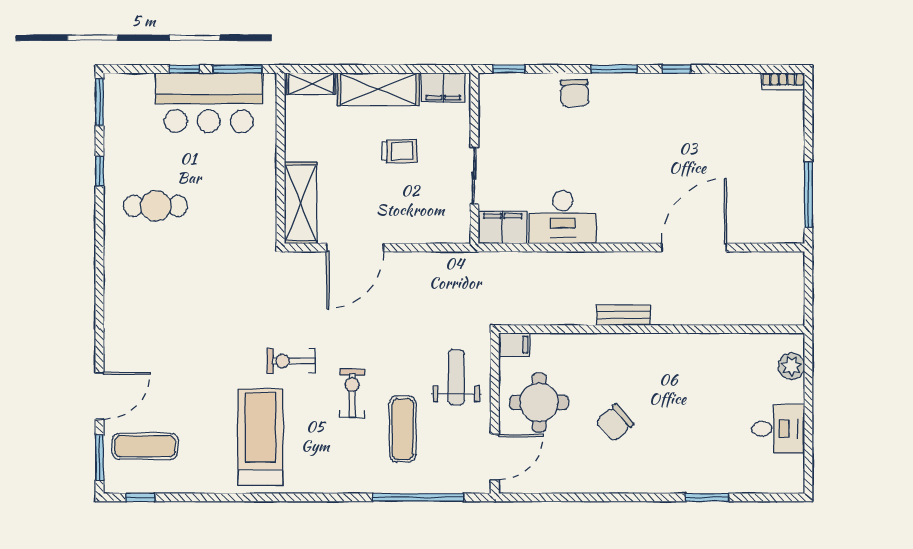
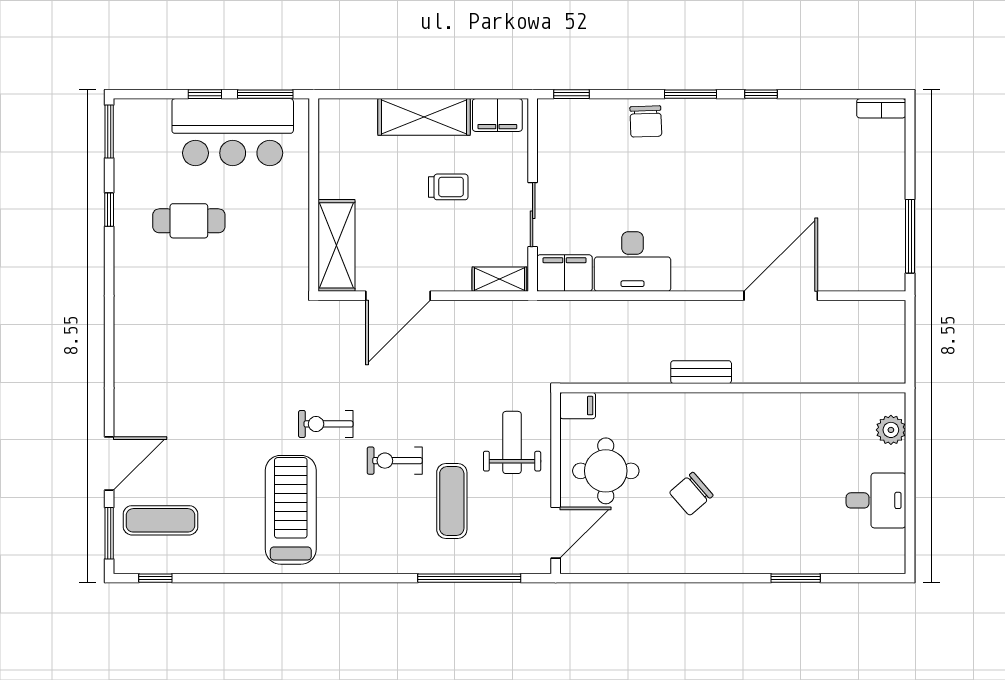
shelving: (311, 84) -> (499, 279), moved
cafe table: (156, 206) -> (189, 221), moved
exercise bike: (352, 393) -> (395, 461), turned -90

